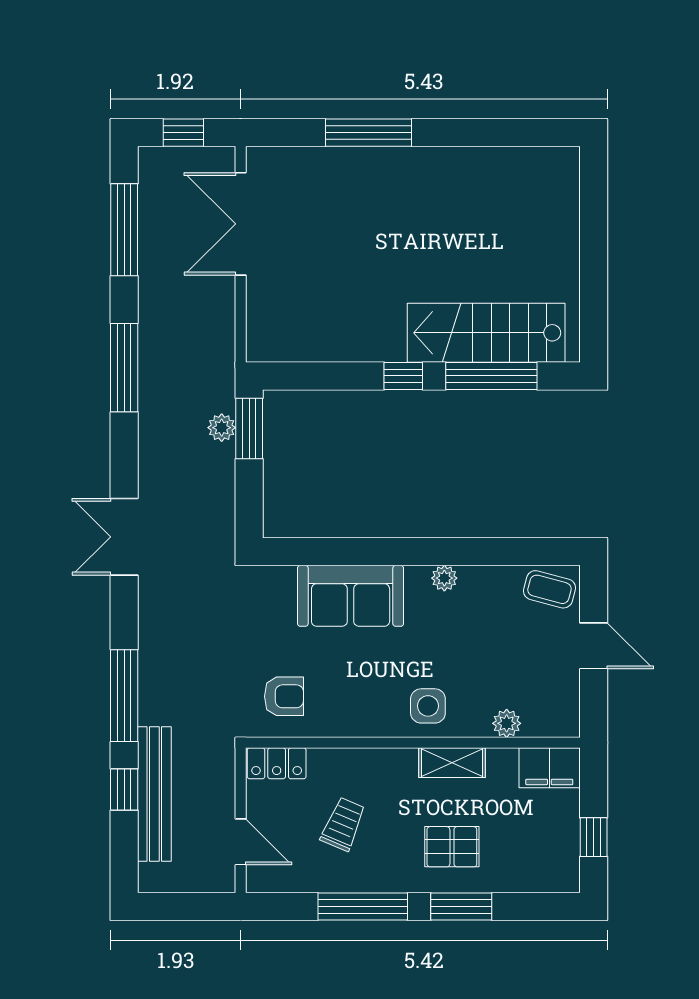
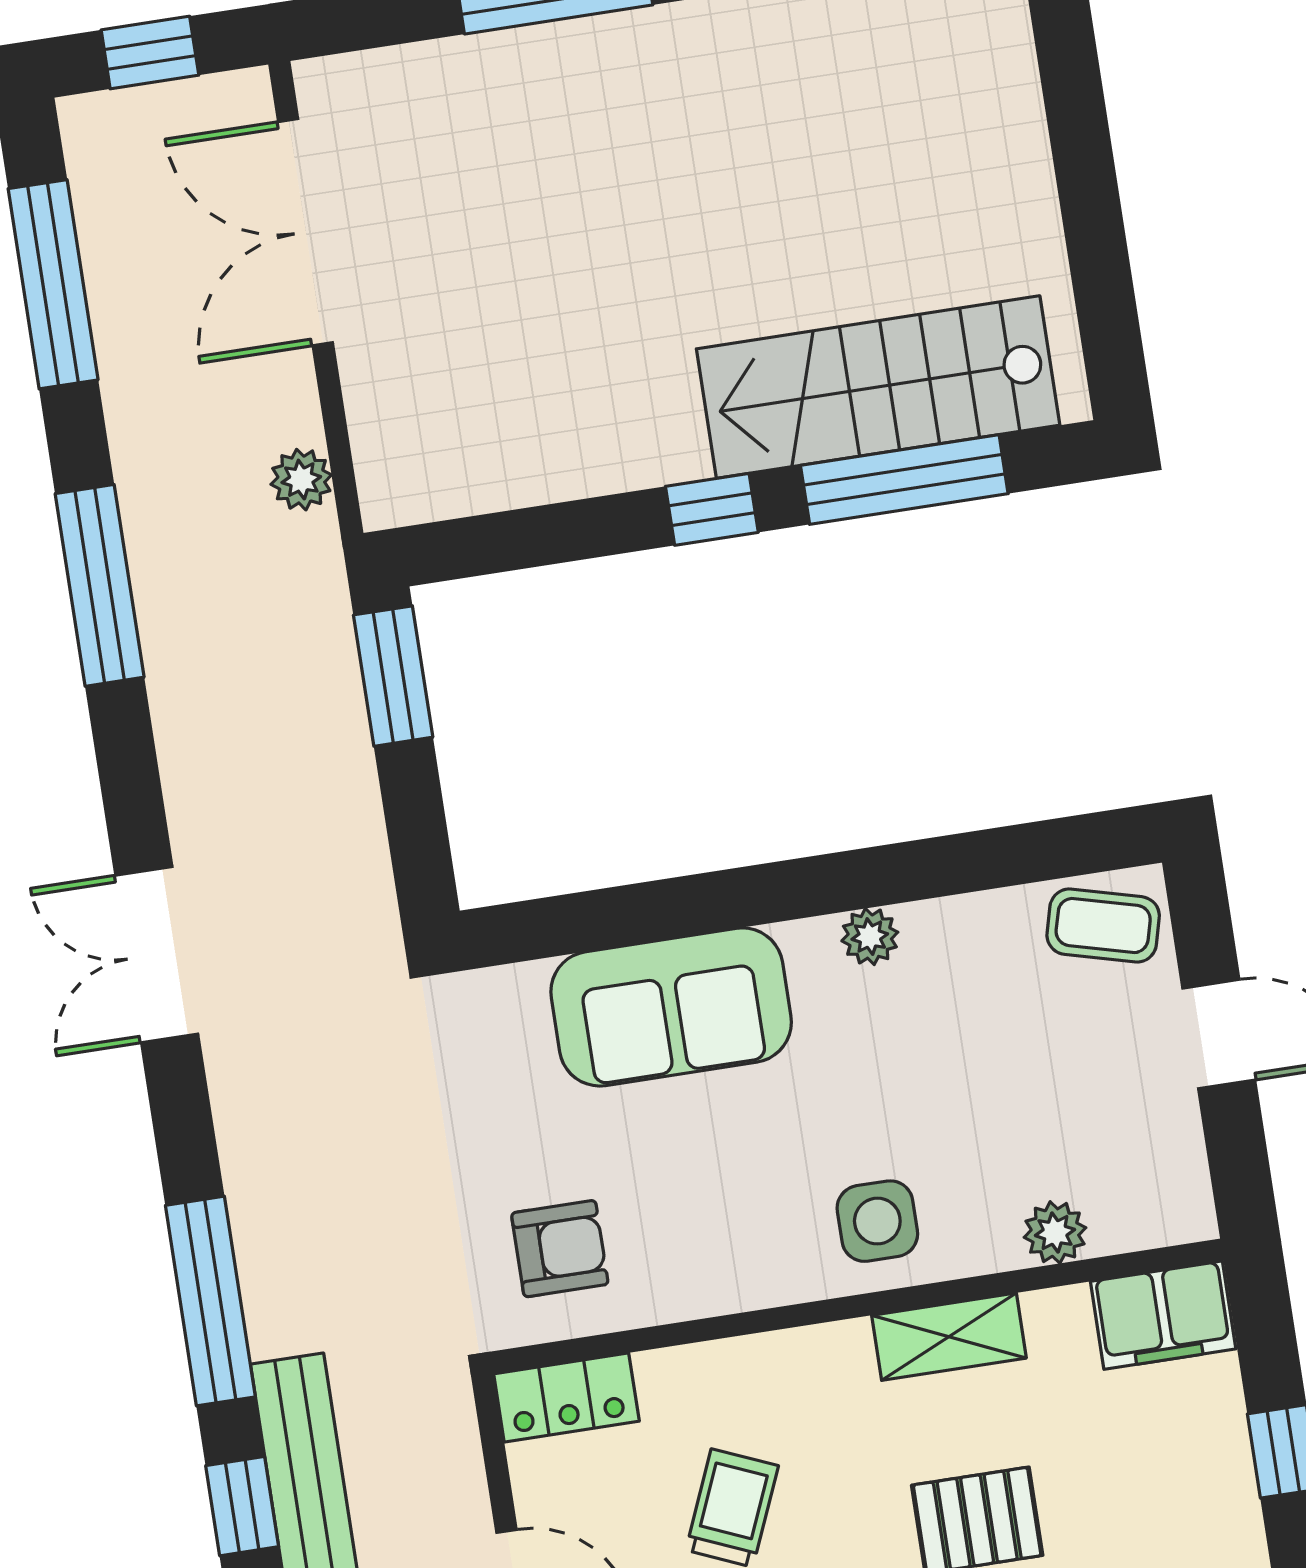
plant: (222, 428) -> (301, 480), moved

